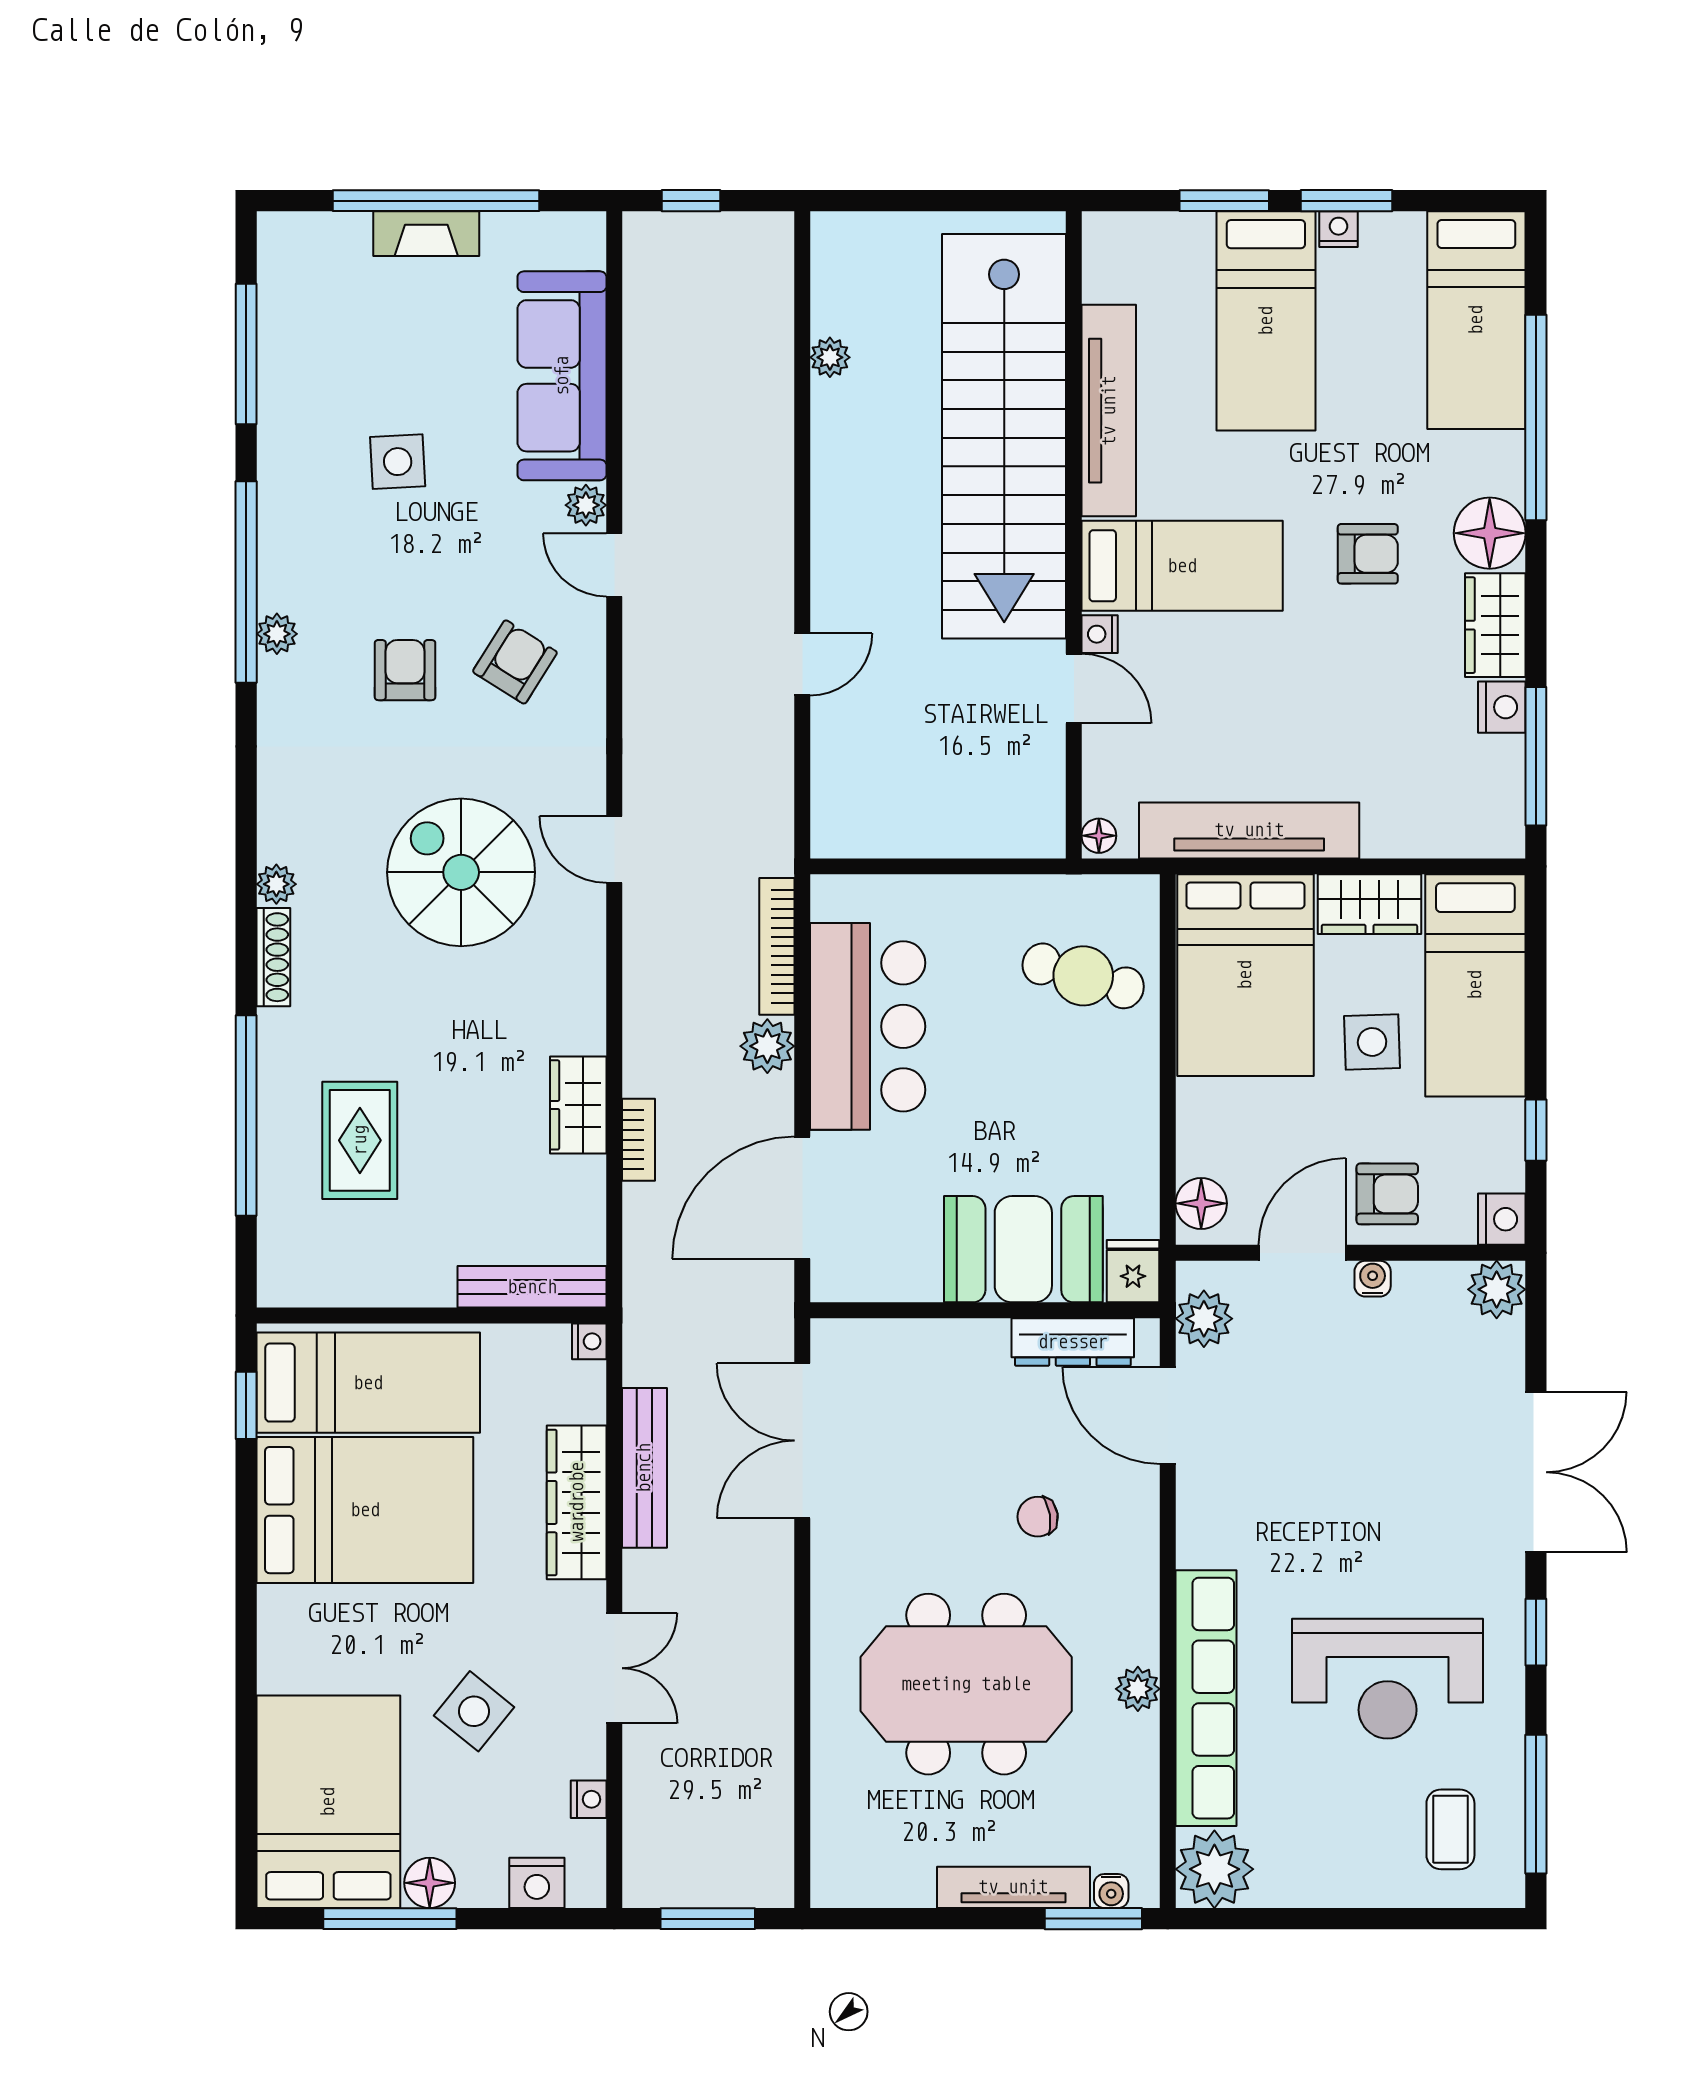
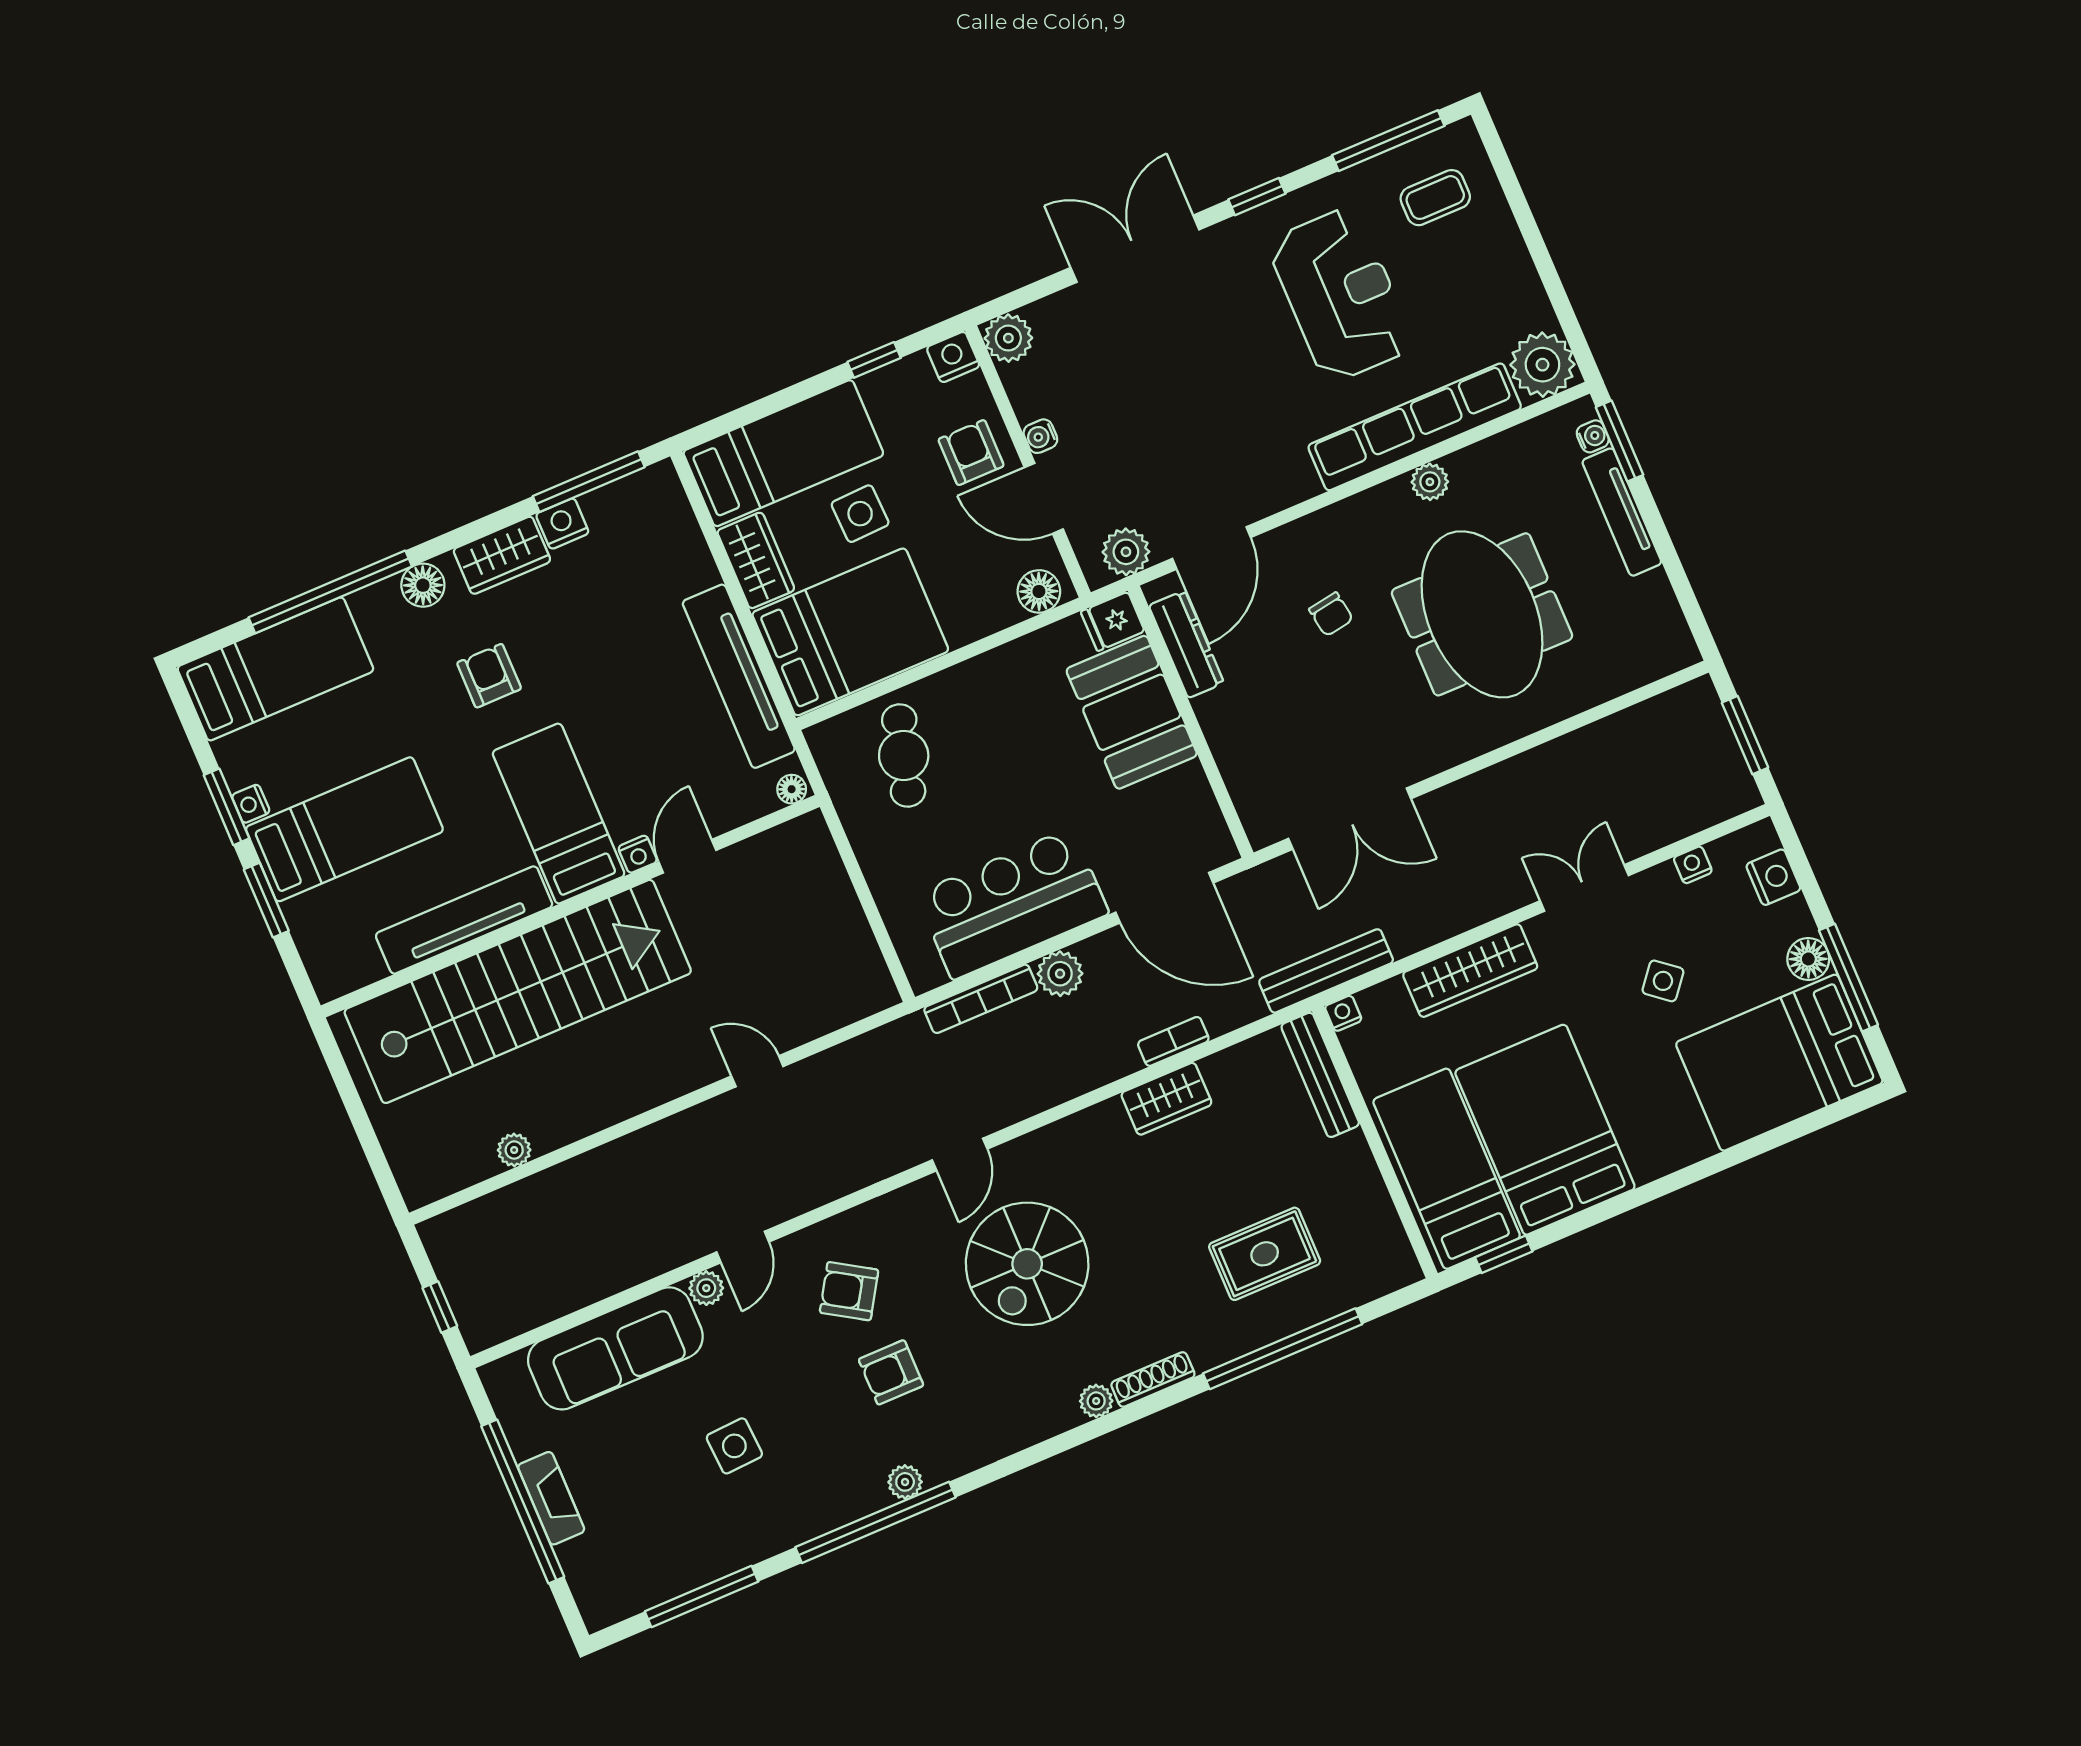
floor lamp: (1490, 533) -> (423, 585), width x0.73, depth x0.73
bench: (644, 1468) -> (1326, 971), moved
side table: (474, 1711) -> (1663, 981), width x0.73, depth x0.73

